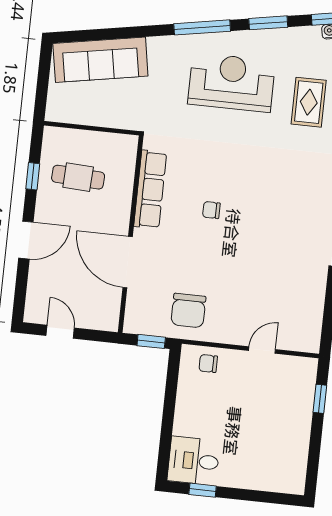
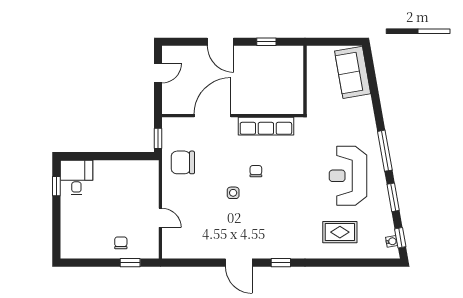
sofa: (100, 60) -> (353, 72), width x0.73
reception desk: (231, 82) -> (348, 176), turned 180
cafe table: (78, 177) -> (269, 74), removed
side table: (238, 245) -> (233, 193), added
chair: (208, 363) -> (121, 243), moved

